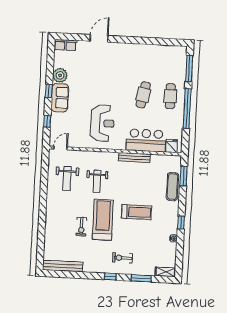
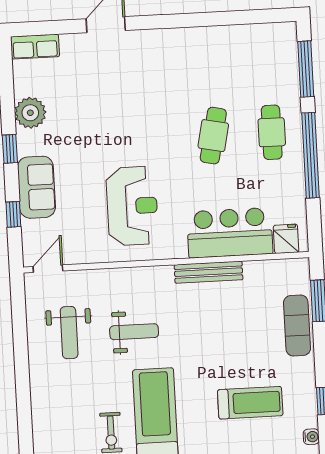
sofa: (60, 98) -> (36, 187), moved
weight bench: (97, 181) -> (134, 332), turned -90
treadmill: (137, 212) -> (250, 403), moved

